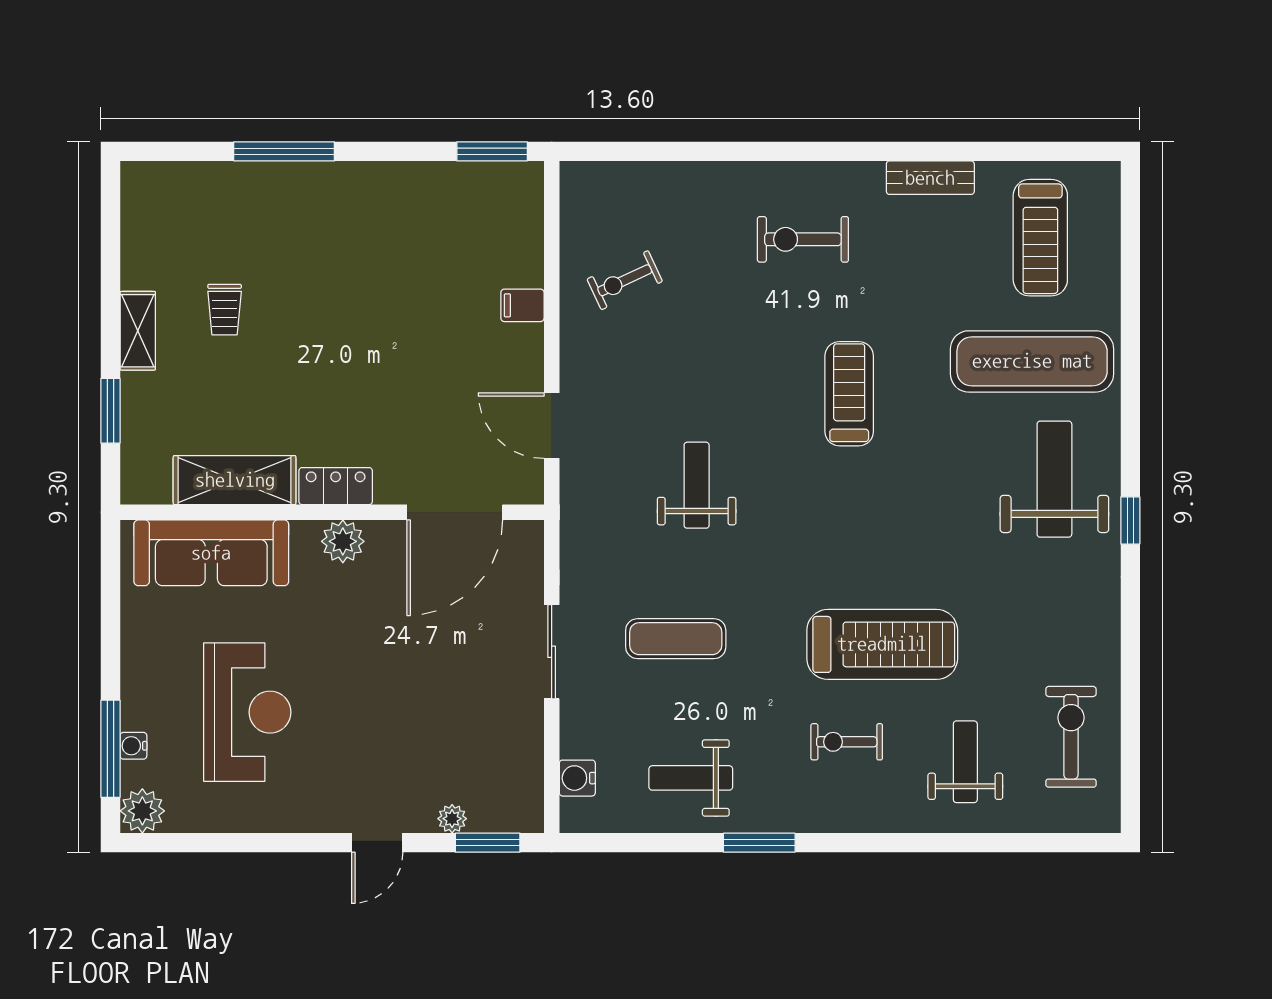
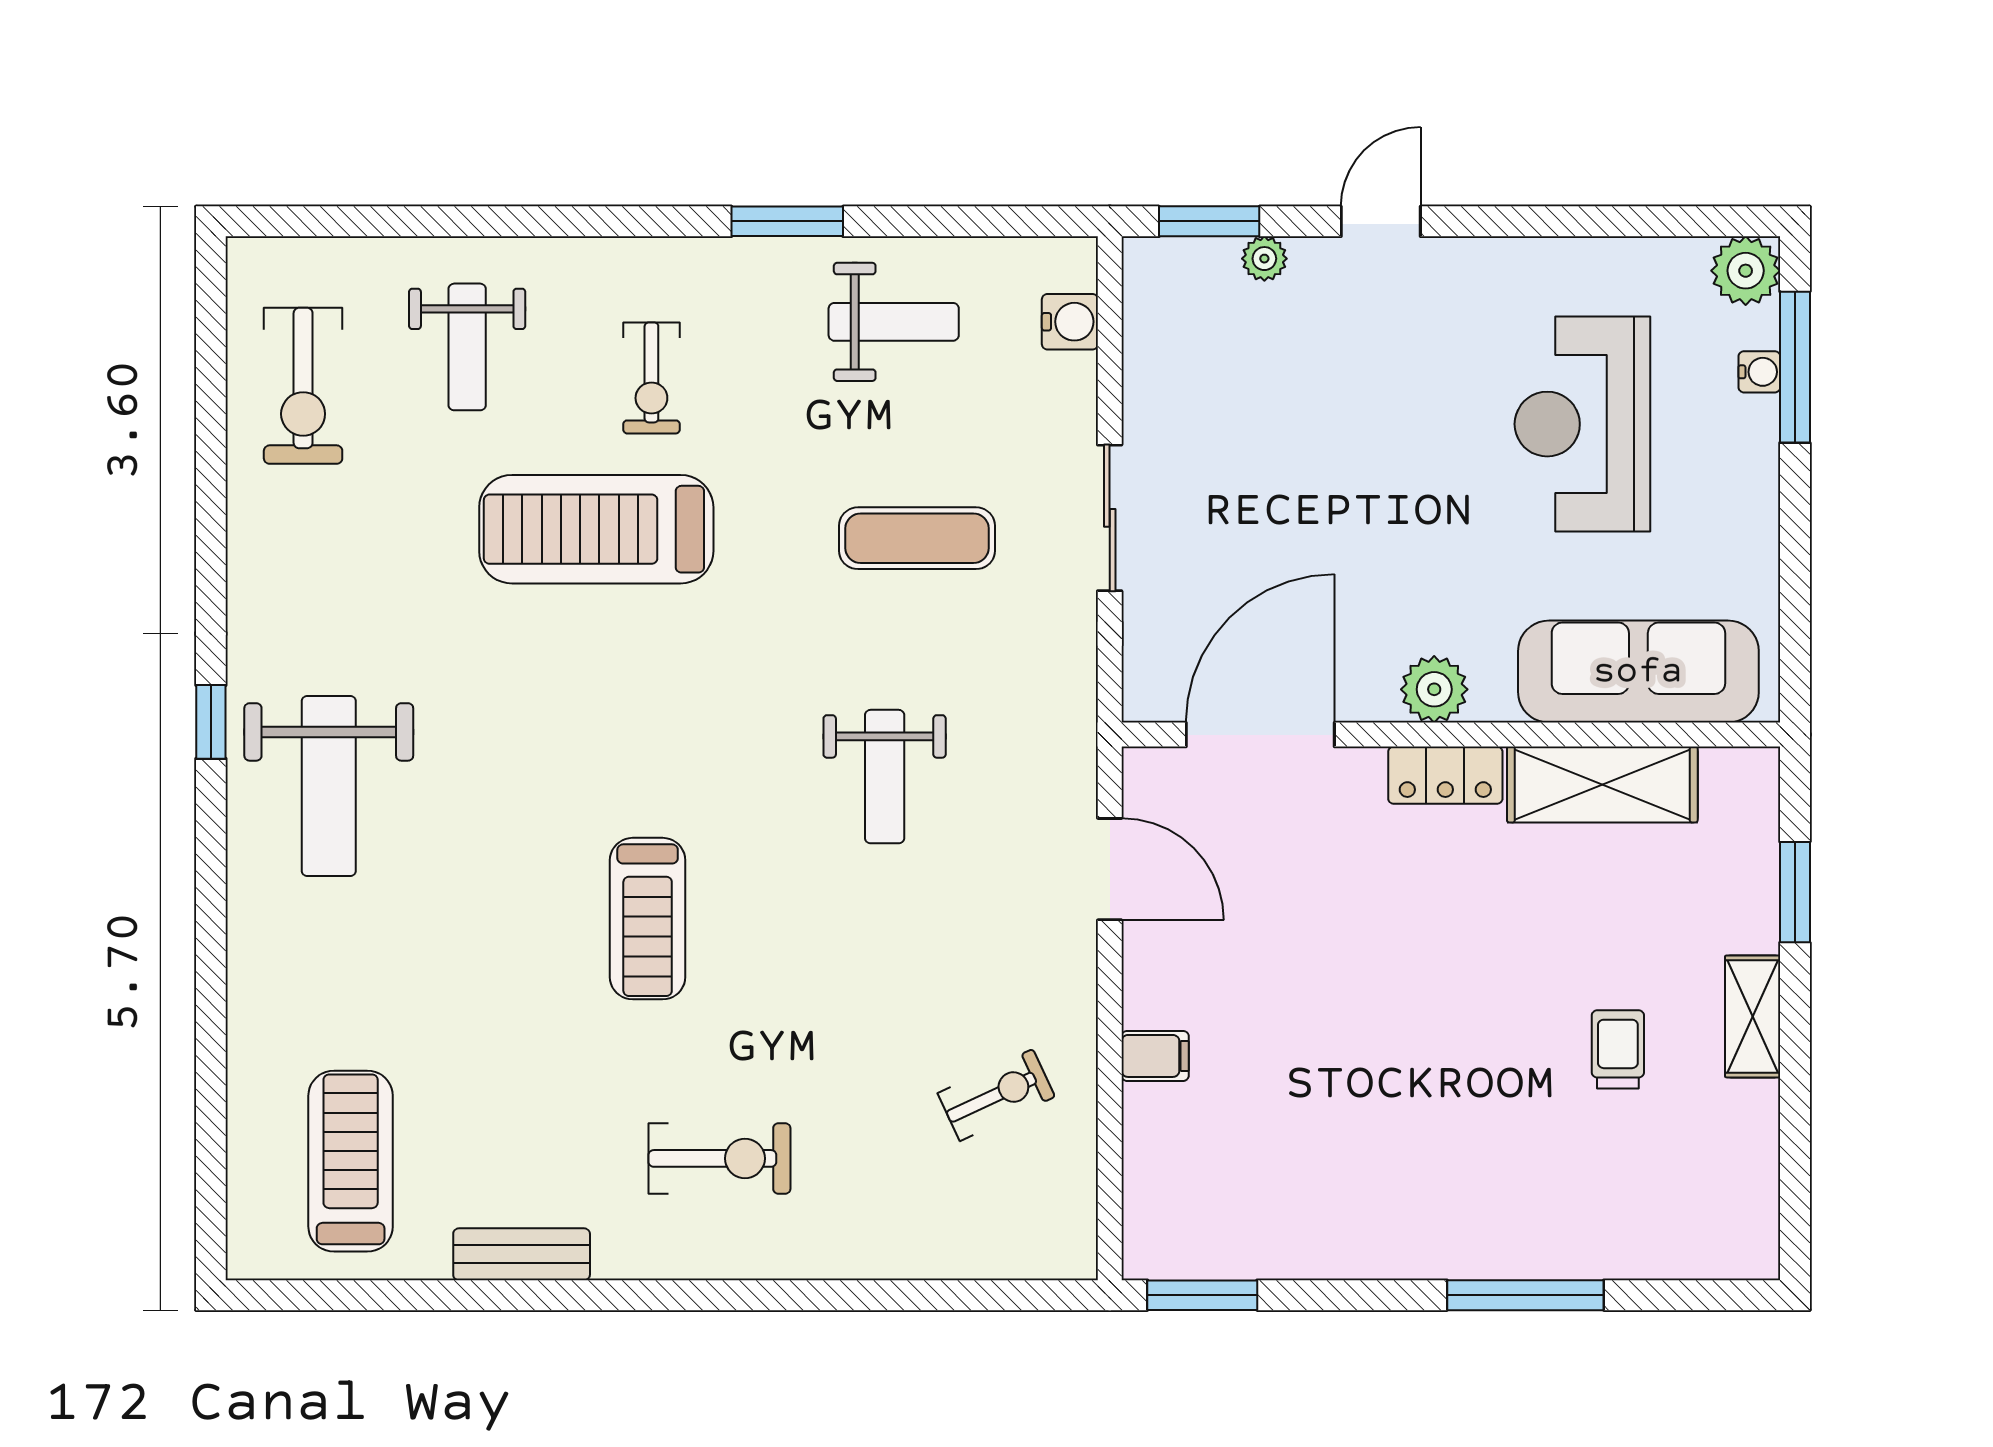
exercise mat: (1032, 361) -> (364, 969), removed
exercise bike: (847, 742) -> (651, 378), turned 90

